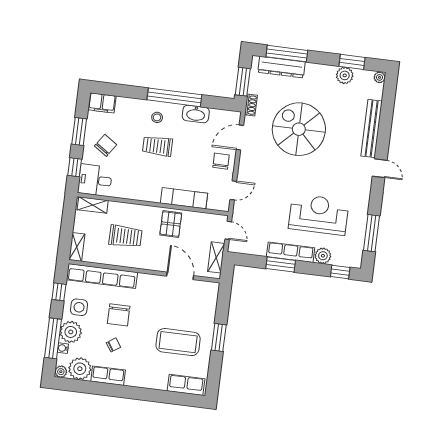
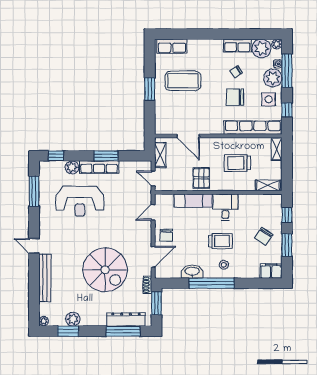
desk: (95, 180) -> (225, 207), moved, turned -90
chair: (119, 315) -> (235, 97), turned -90

